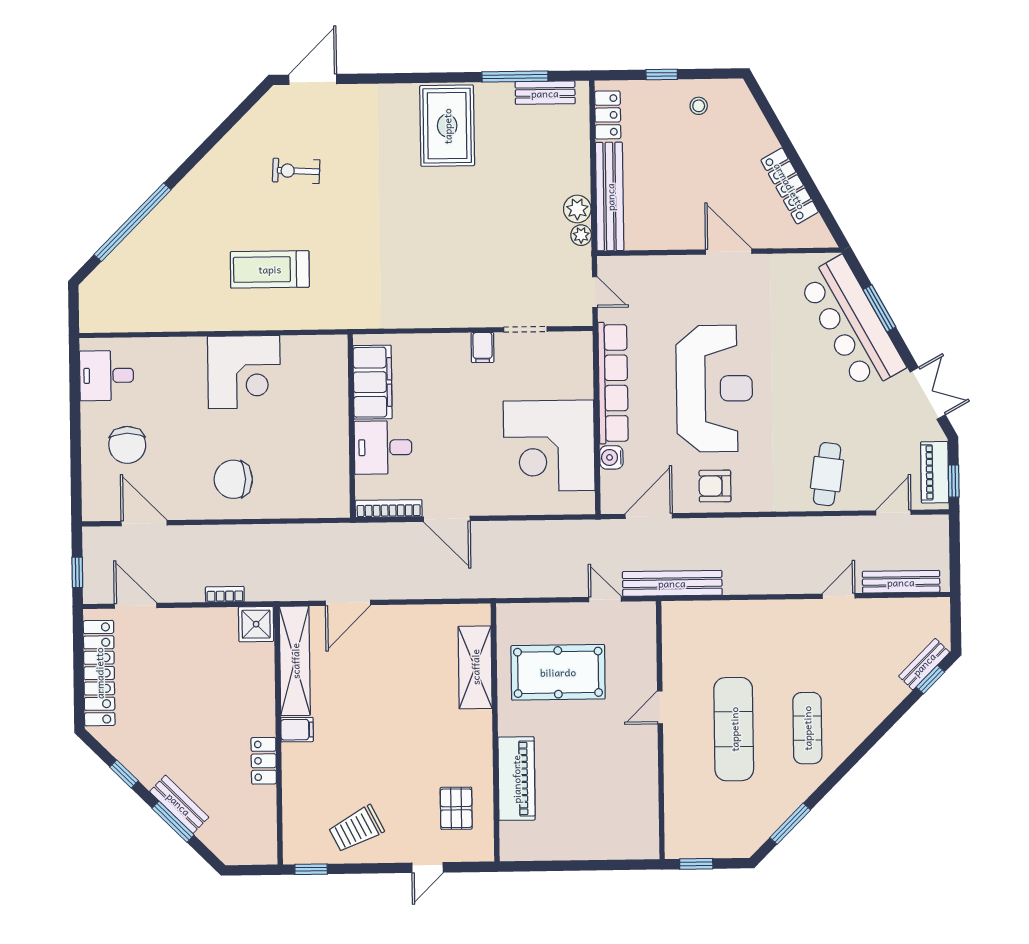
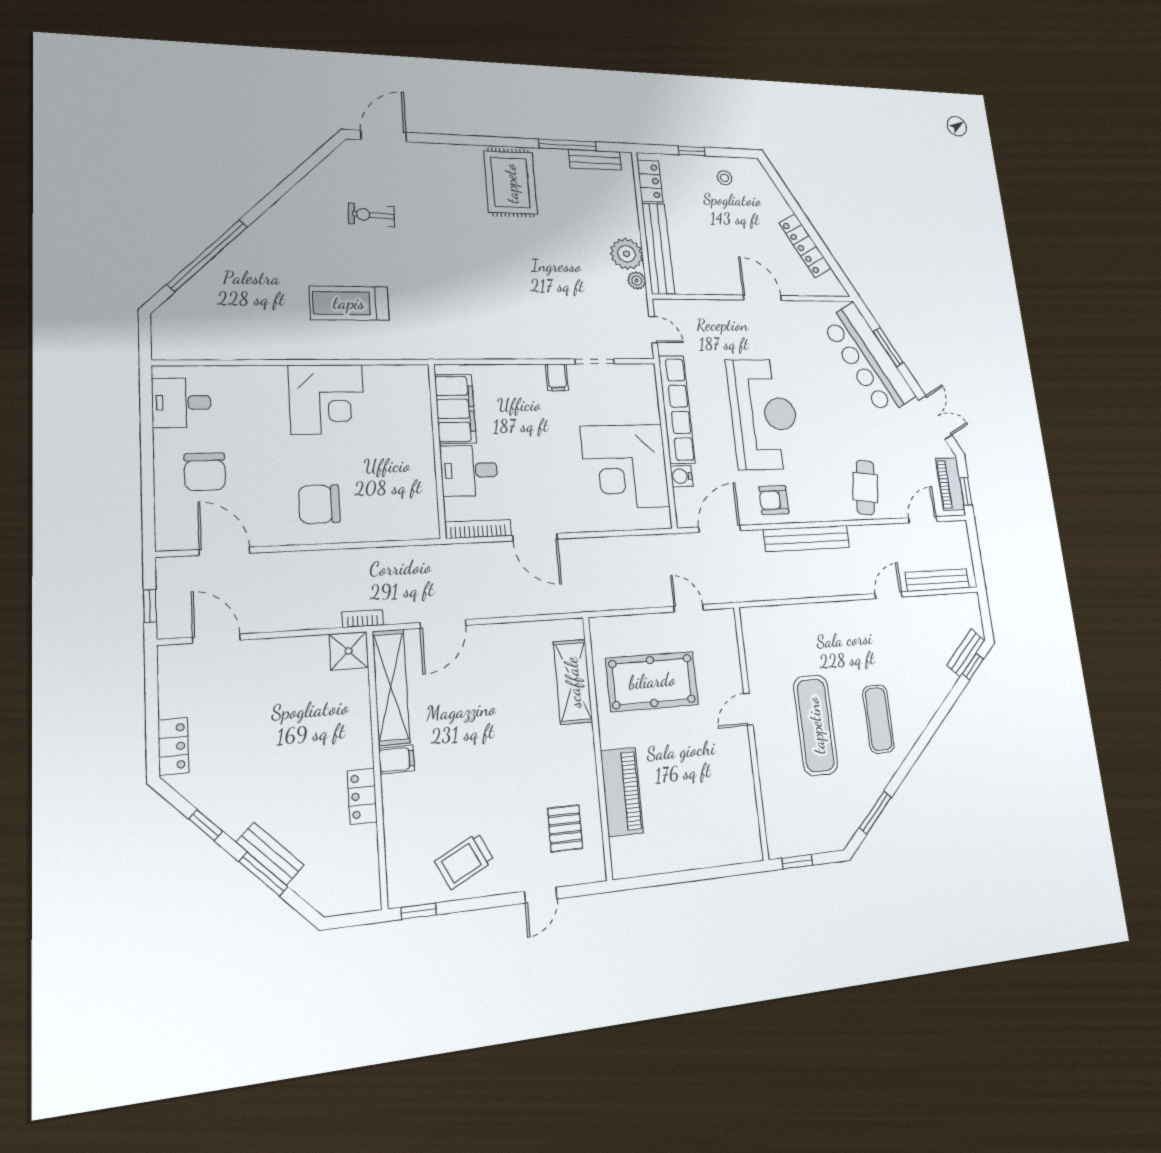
plant: (577, 209) -> (627, 254), width x1.36, depth x1.36
bench: (672, 583) -> (806, 538), moved
bookcase: (225, 594) -> (363, 619), moved
locker: (99, 673) -> (173, 746), width x0.46, depth x0.83

